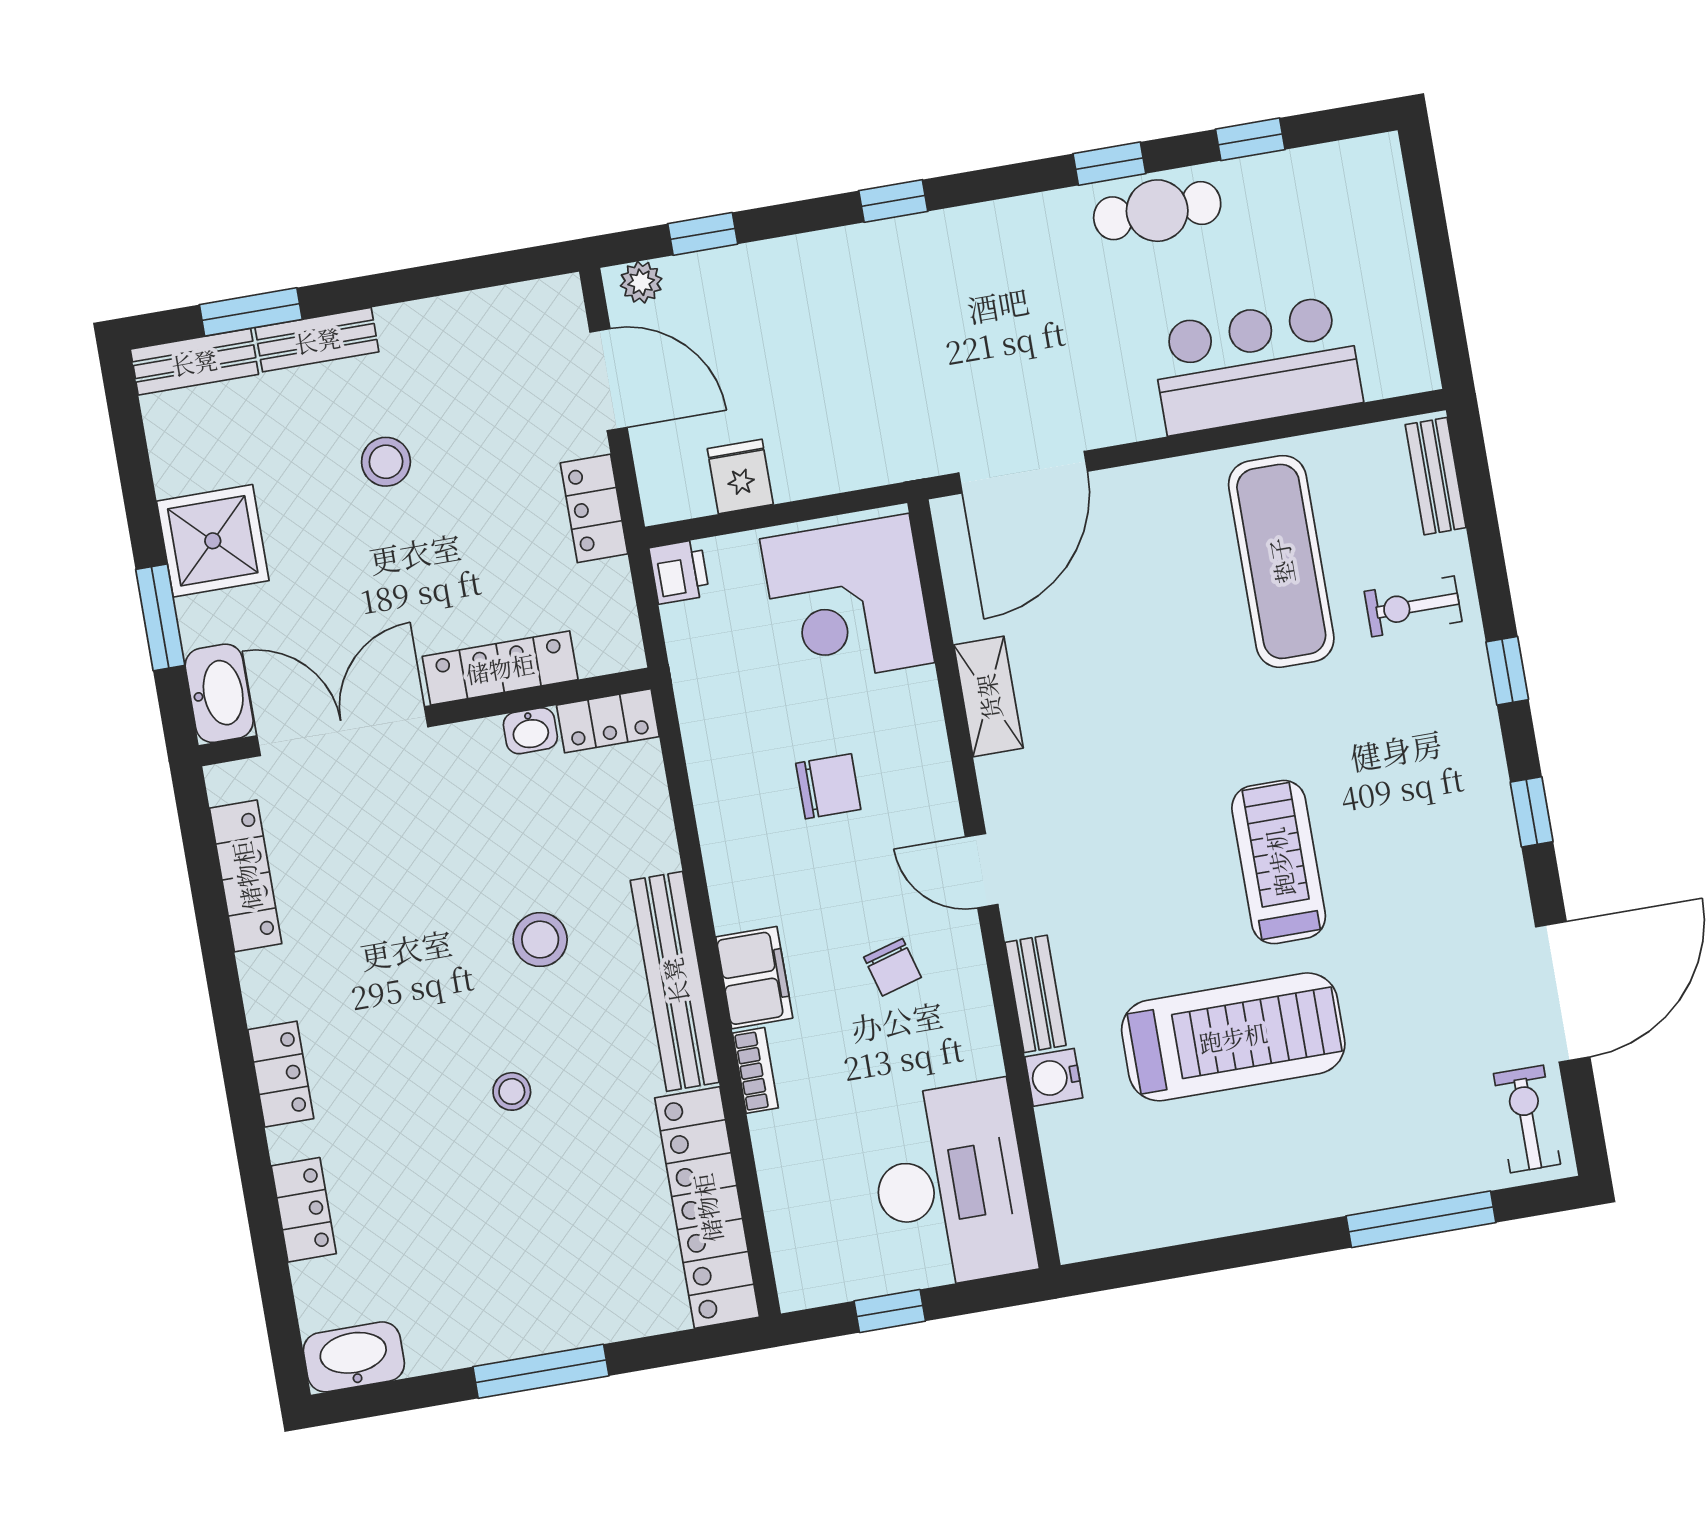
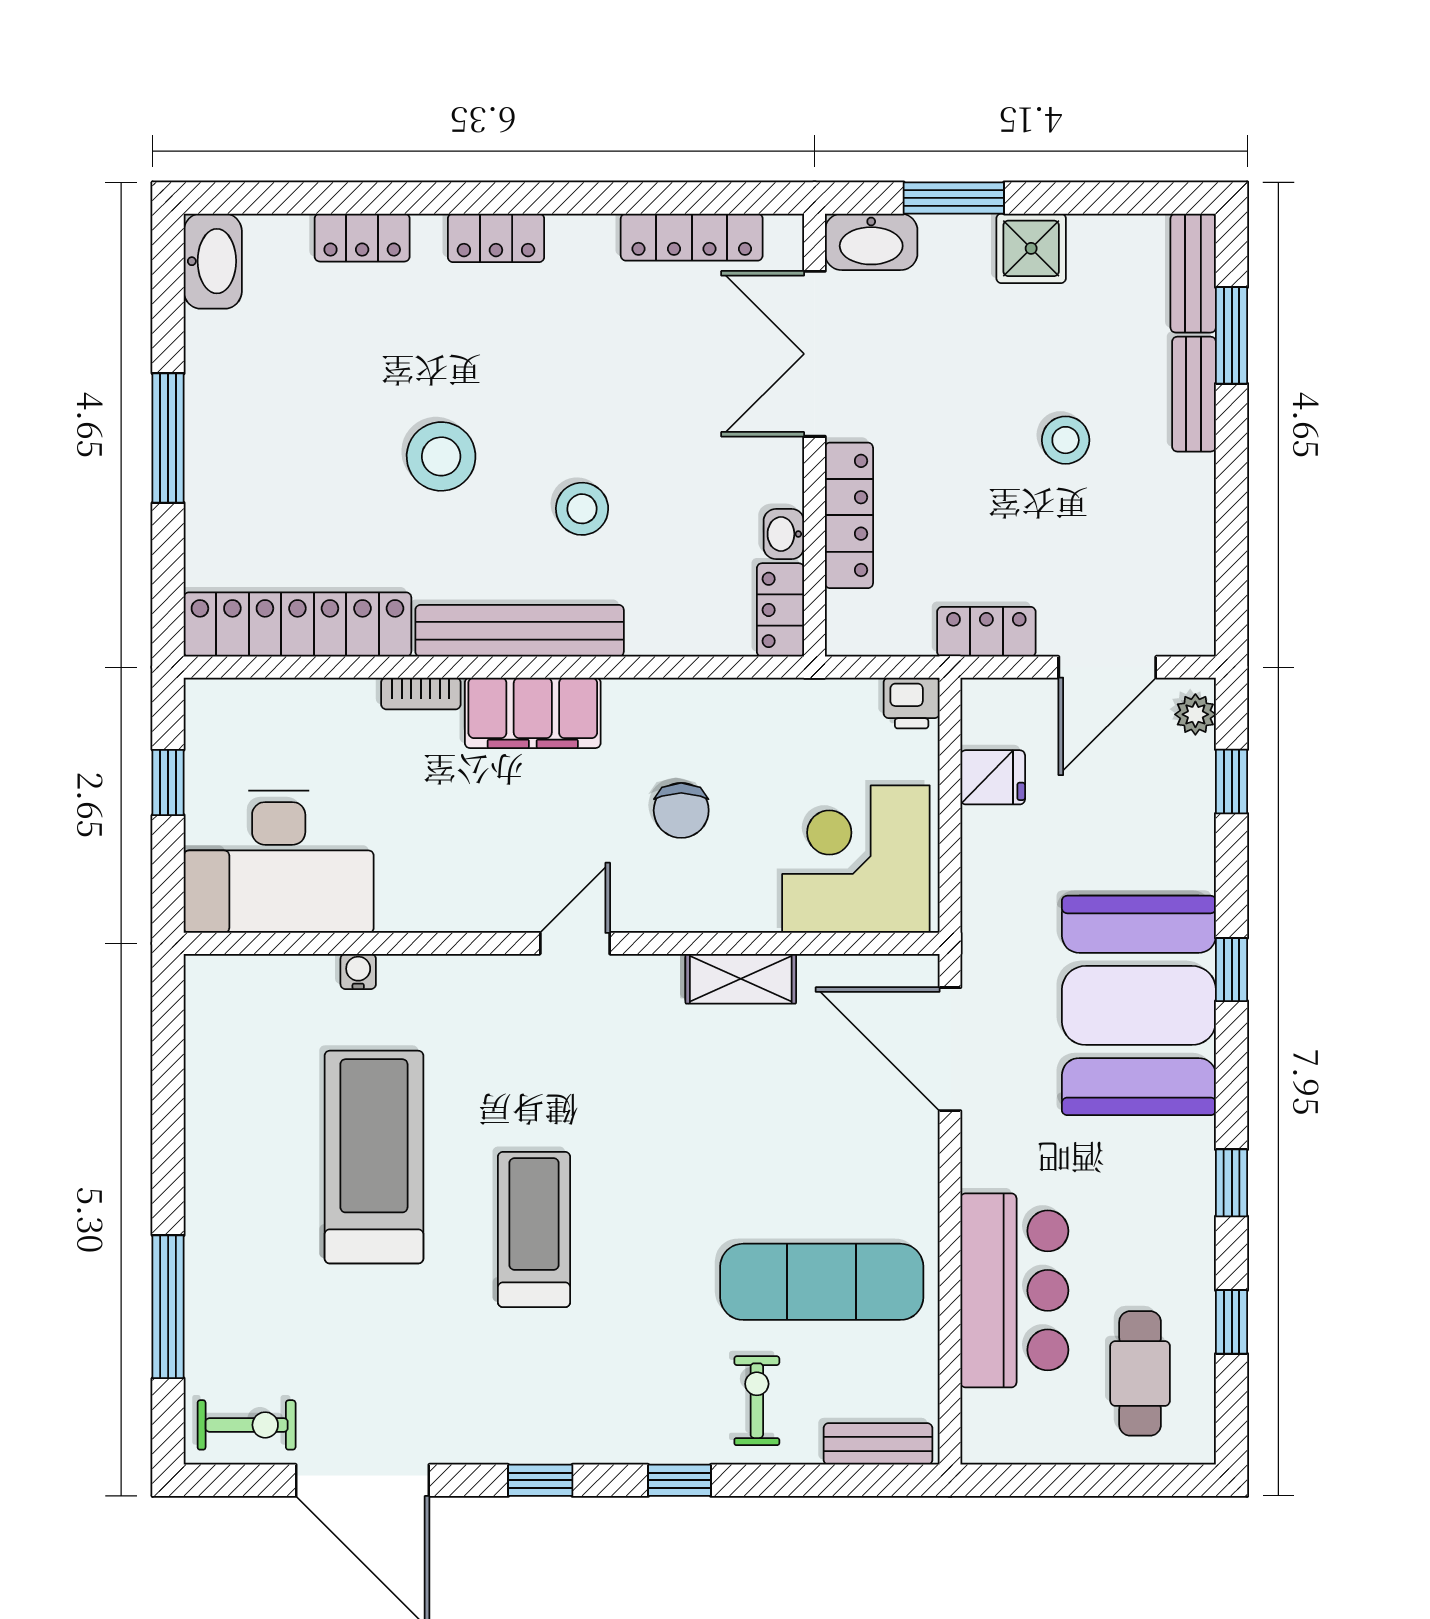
cafe table: (1157, 211) -> (1140, 1373), moved
booth: (946, 289) -> (1139, 1005), added
shower: (213, 541) -> (1031, 248), width x0.73, depth x0.73
double door: (342, 731) -> (814, 354), swing flipped
treadmill: (1279, 862) -> (534, 1230), turned -90
chair: (893, 967) -> (497, 842), removed
filing cabinet: (754, 978) -> (533, 713), width x1.50, depth x1.17
bench: (1035, 994) -> (448, 975), removed
treadmill: (1233, 1037) -> (374, 1157), turned 180
water cooler: (1054, 1077) -> (358, 972), width x0.72, depth x0.72
stool: (512, 1091) -> (441, 456), width x1.89, depth x1.89

